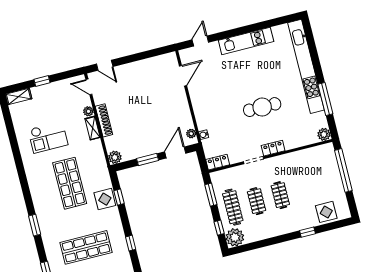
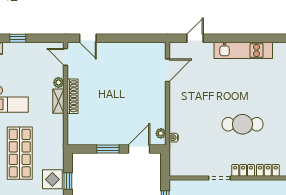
plant: (115, 157) -> (74, 138), removed
locker: (218, 162) -> (268, 170), moved

